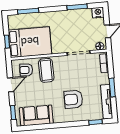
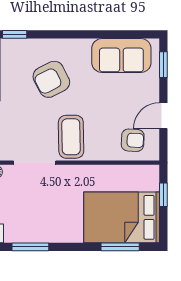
bed: (30, 42) -> (122, 217), moved
coffee table: (46, 70) -> (71, 137), moved
armchair: (73, 99) -> (51, 79), turned 153

